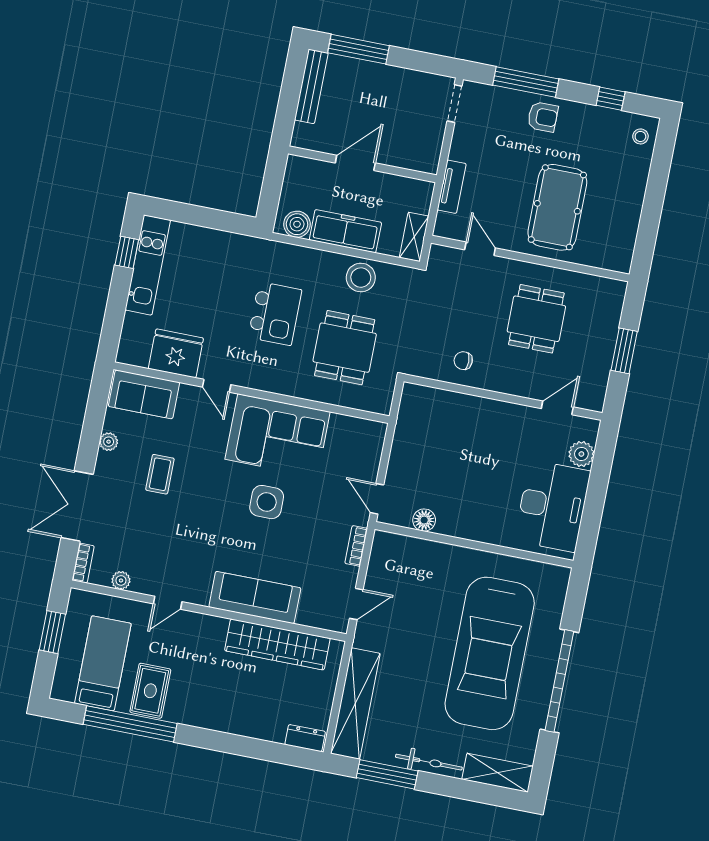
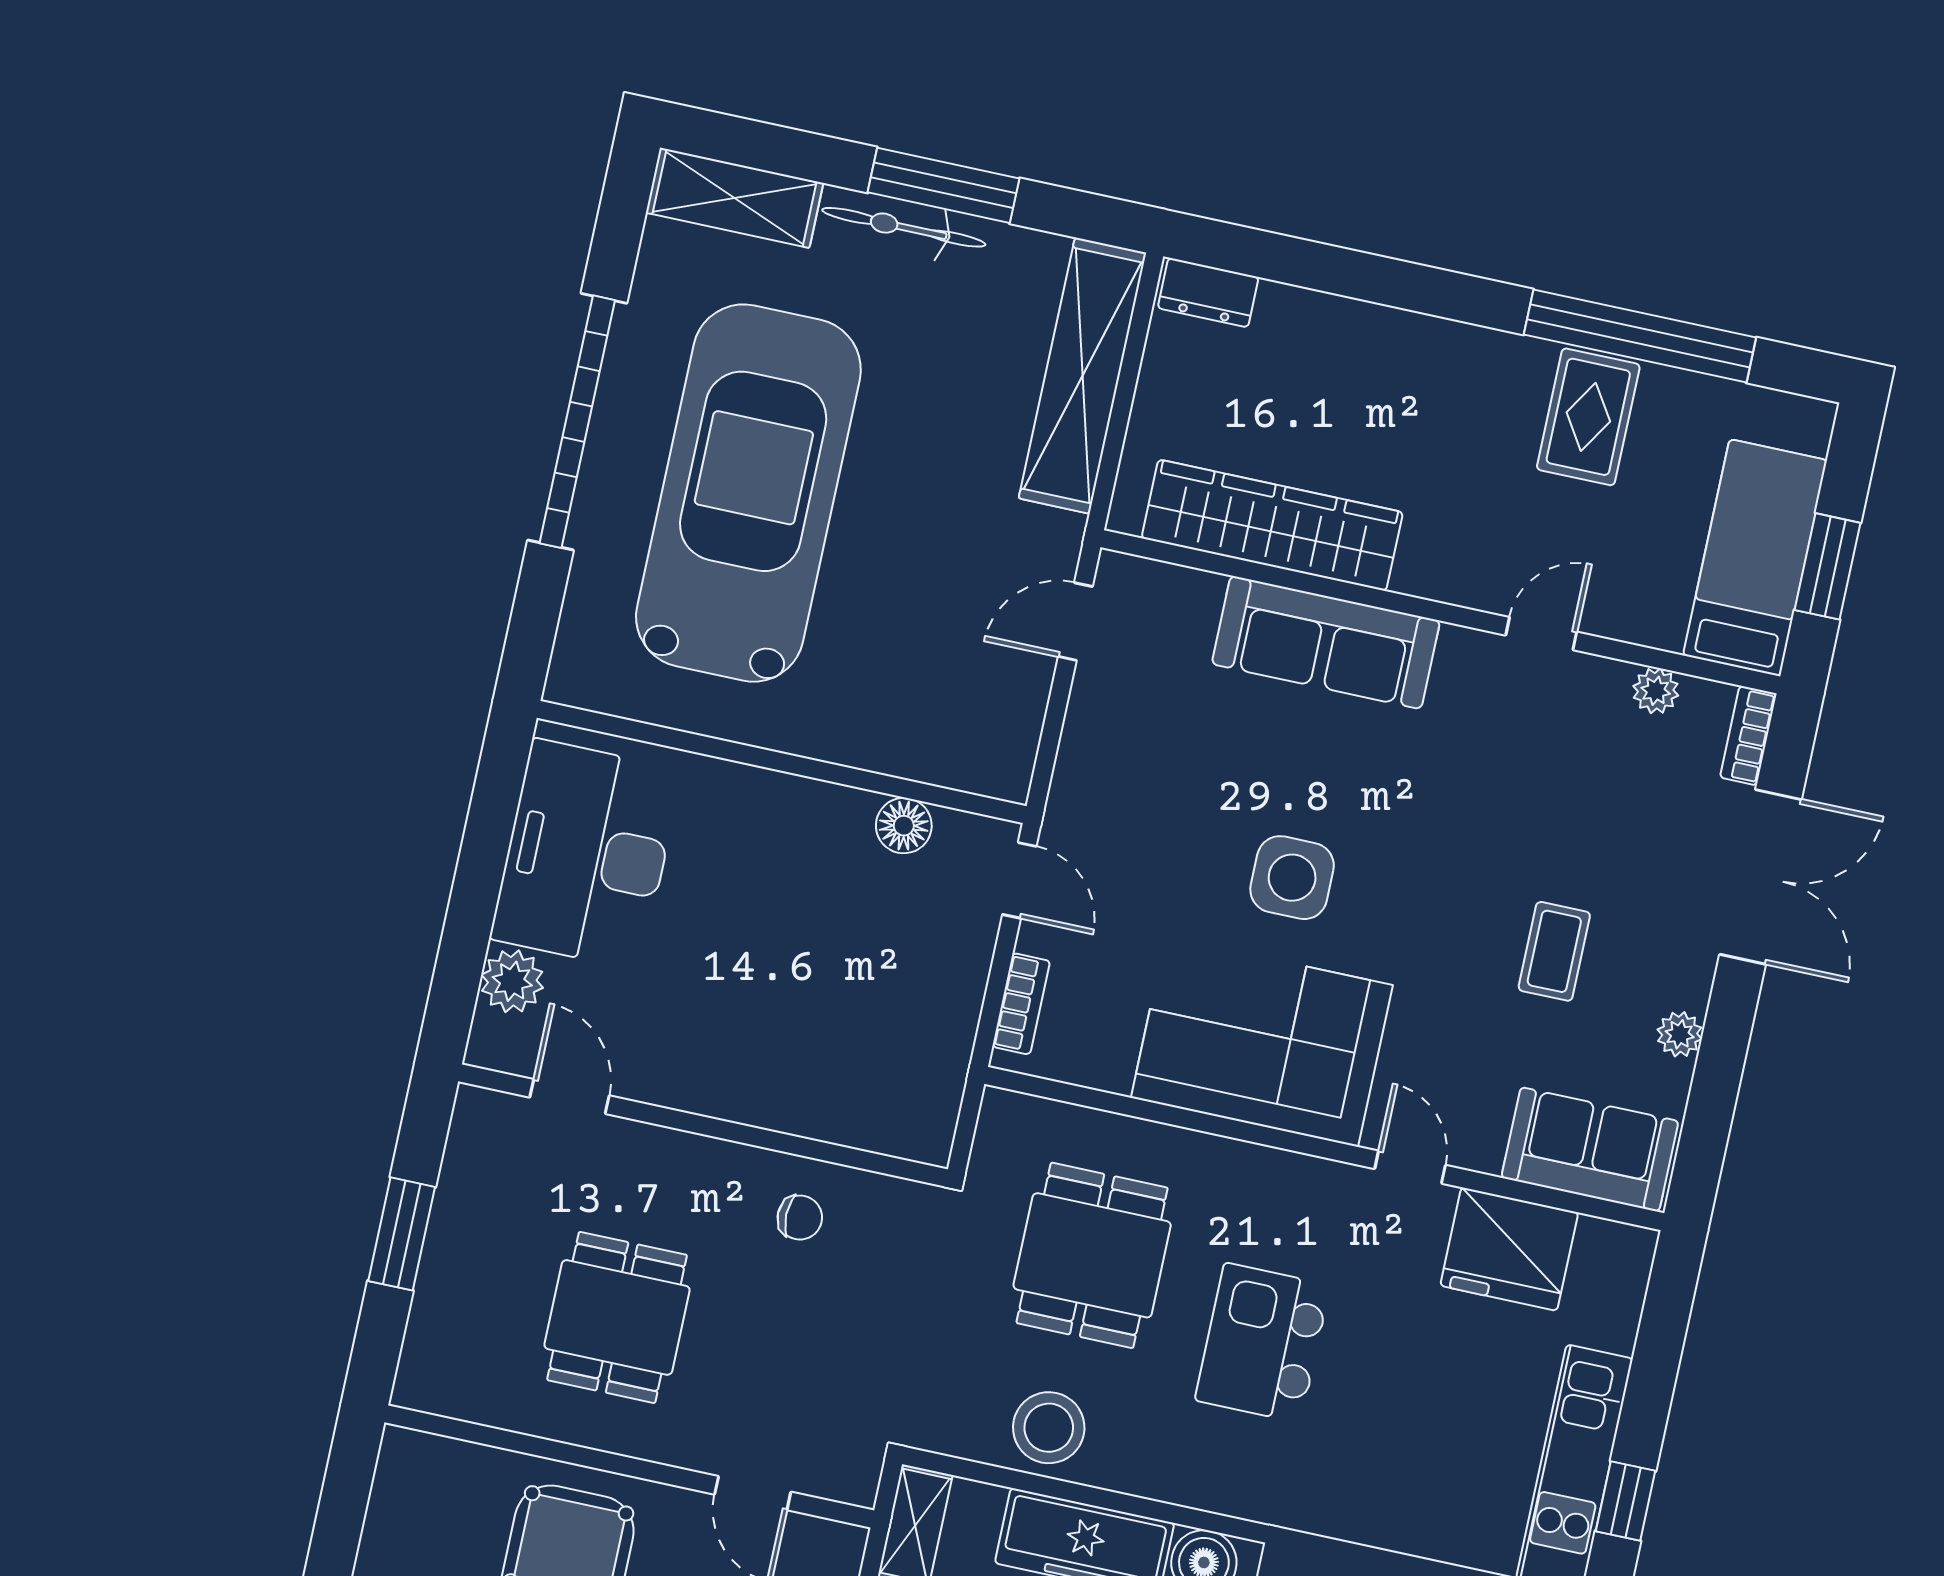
door: (557, 408) -> (570, 1097), swing flipped
bookcase: (356, 546) -> (1021, 1004), moved
bed: (103, 663) -> (1755, 558), moved, turned 180
window: (387, 774) -> (943, 185), moved

